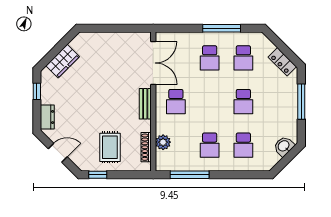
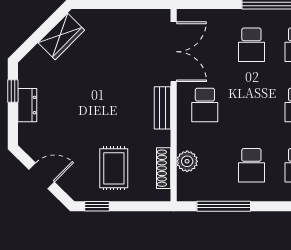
wardrobe: (63, 61) -> (61, 36), moved
dresser: (47, 117) -> (27, 105), moved

